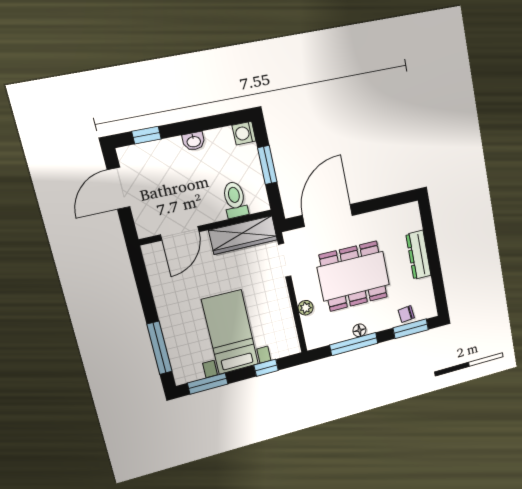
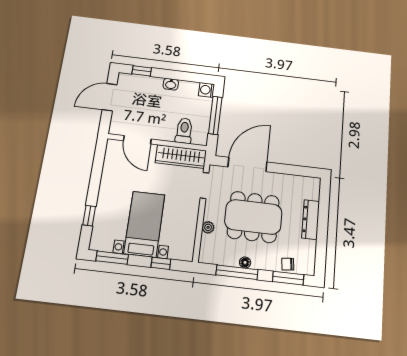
window: (267, 165) -> (215, 115), width x1.44
door: (180, 233) -> (137, 140), hinge flipped
window: (159, 348) -> (89, 216), width x0.46

